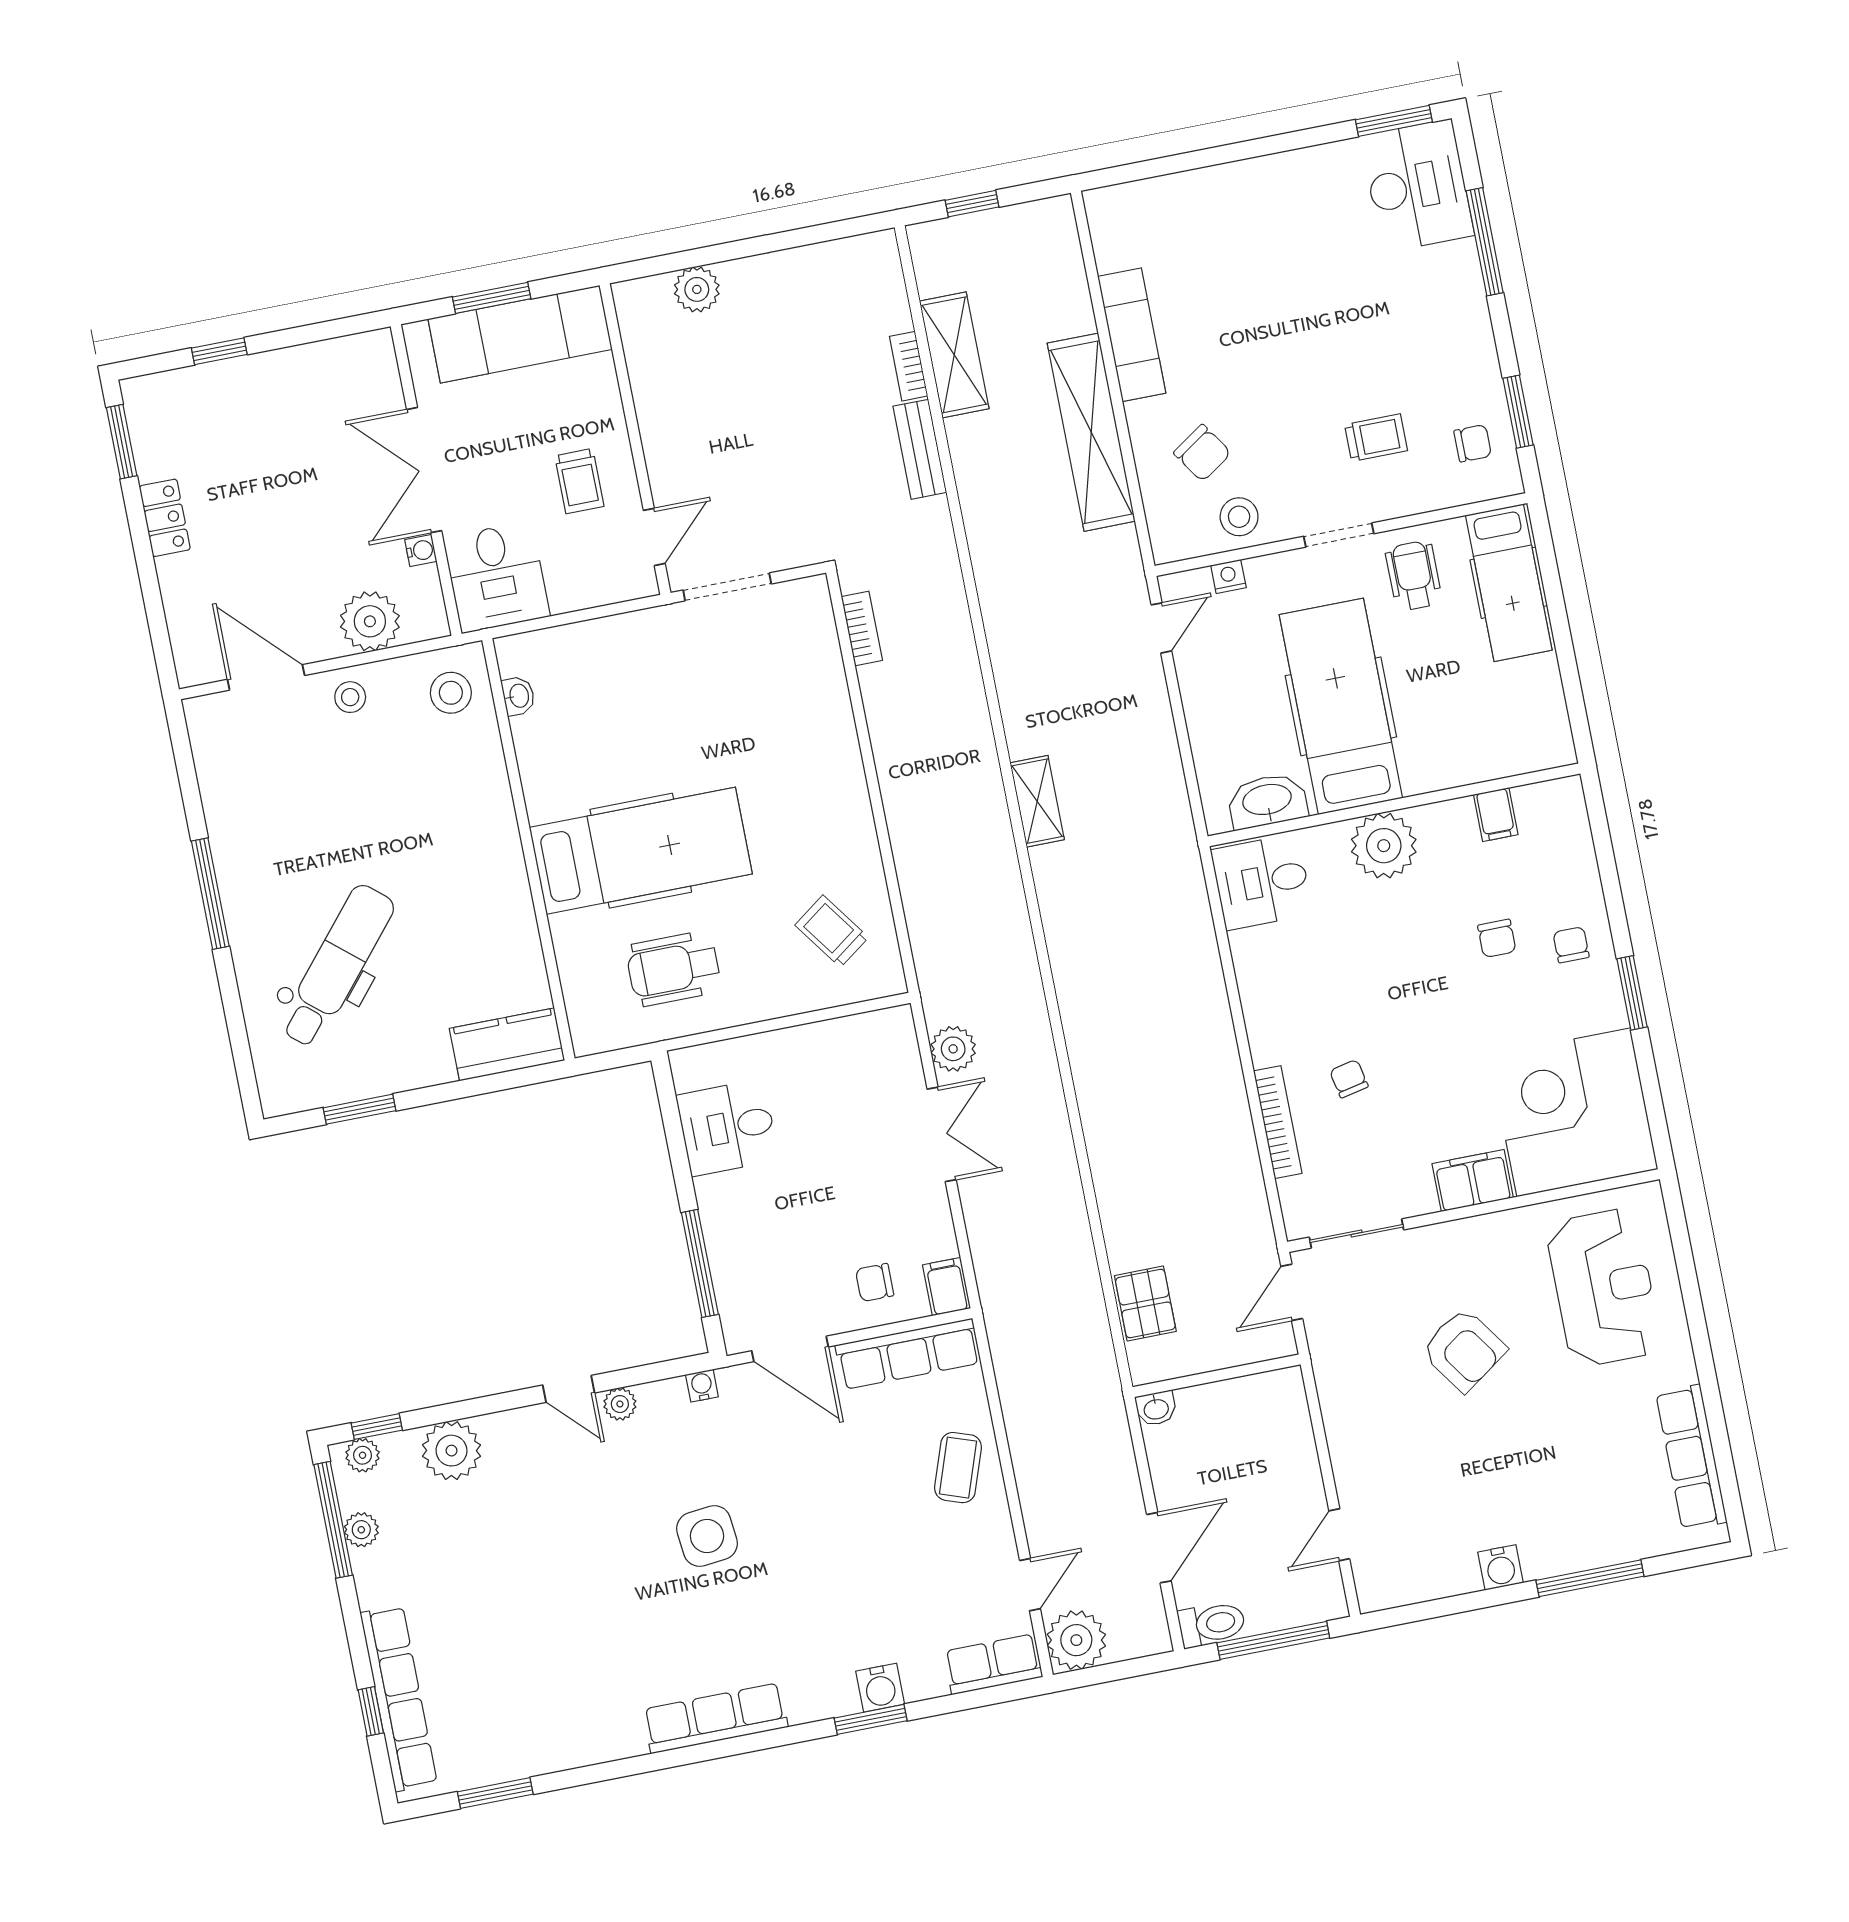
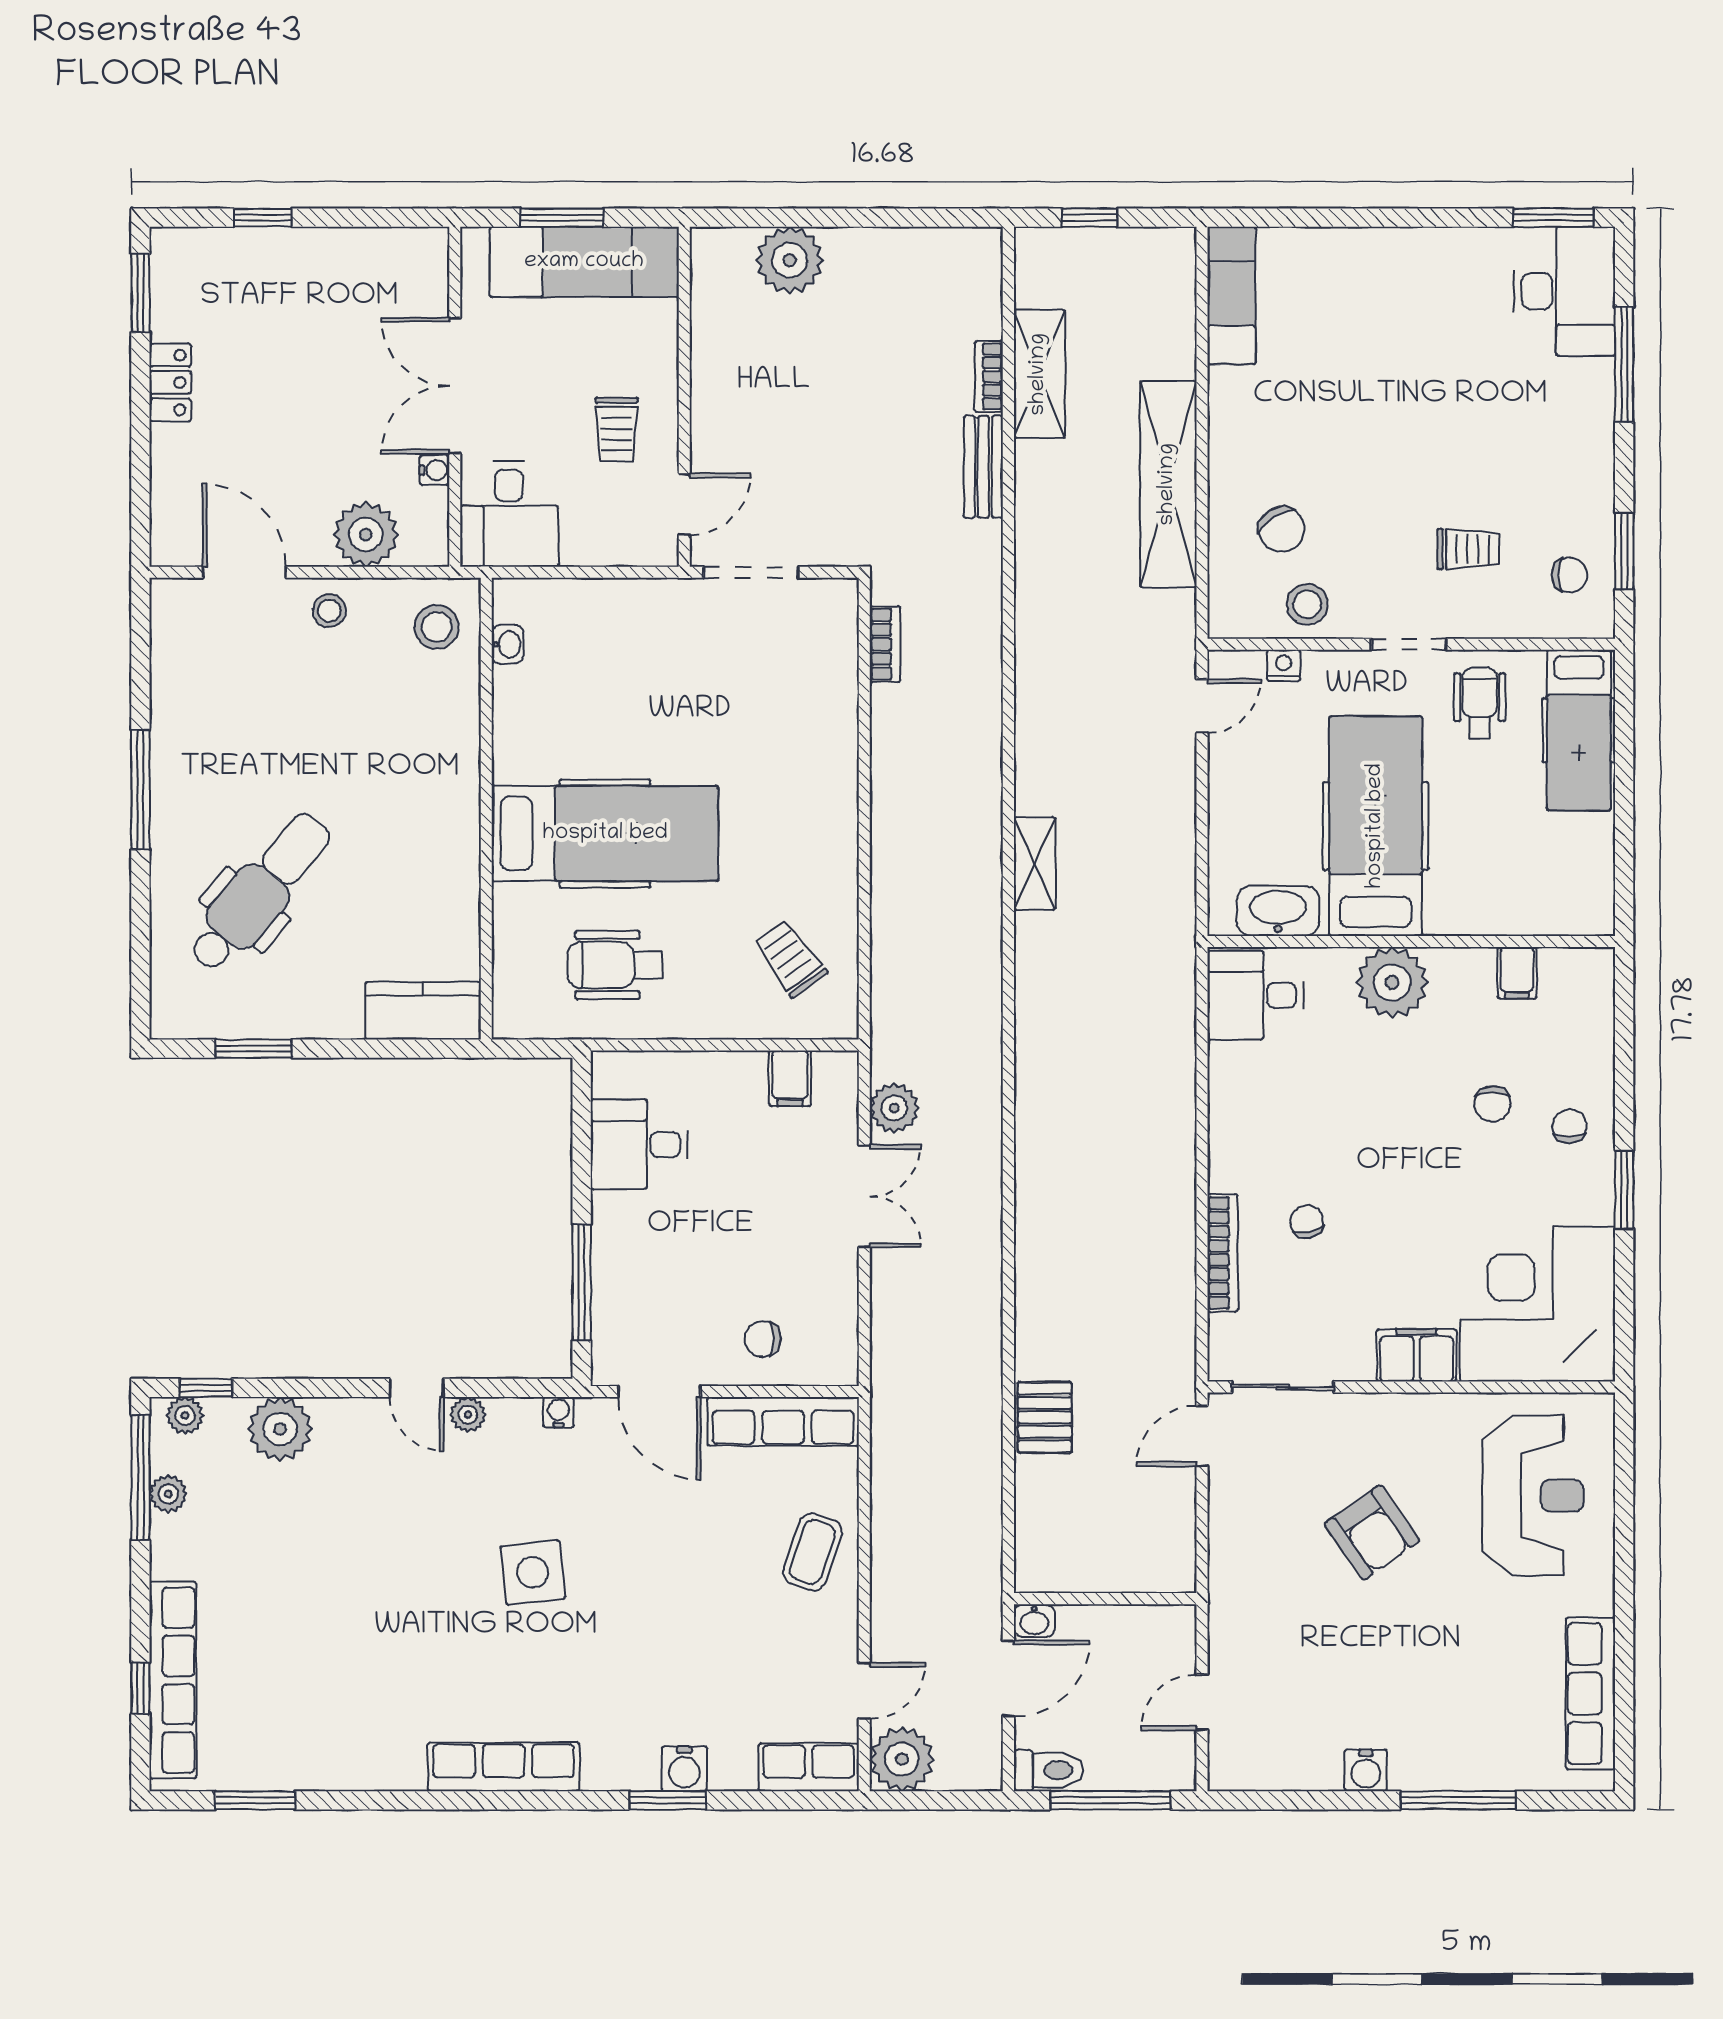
plant: (697, 289) -> (790, 260), width x1.36, depth x1.36
exam couch: (1132, 335) -> (1231, 295), moved
filing cabinet: (947, 1287) -> (790, 1078), moved, turned 180
wall: (1217, 1376) -> (1105, 1599), moved
washbasin: (1156, 1408) -> (1034, 1621), moved

